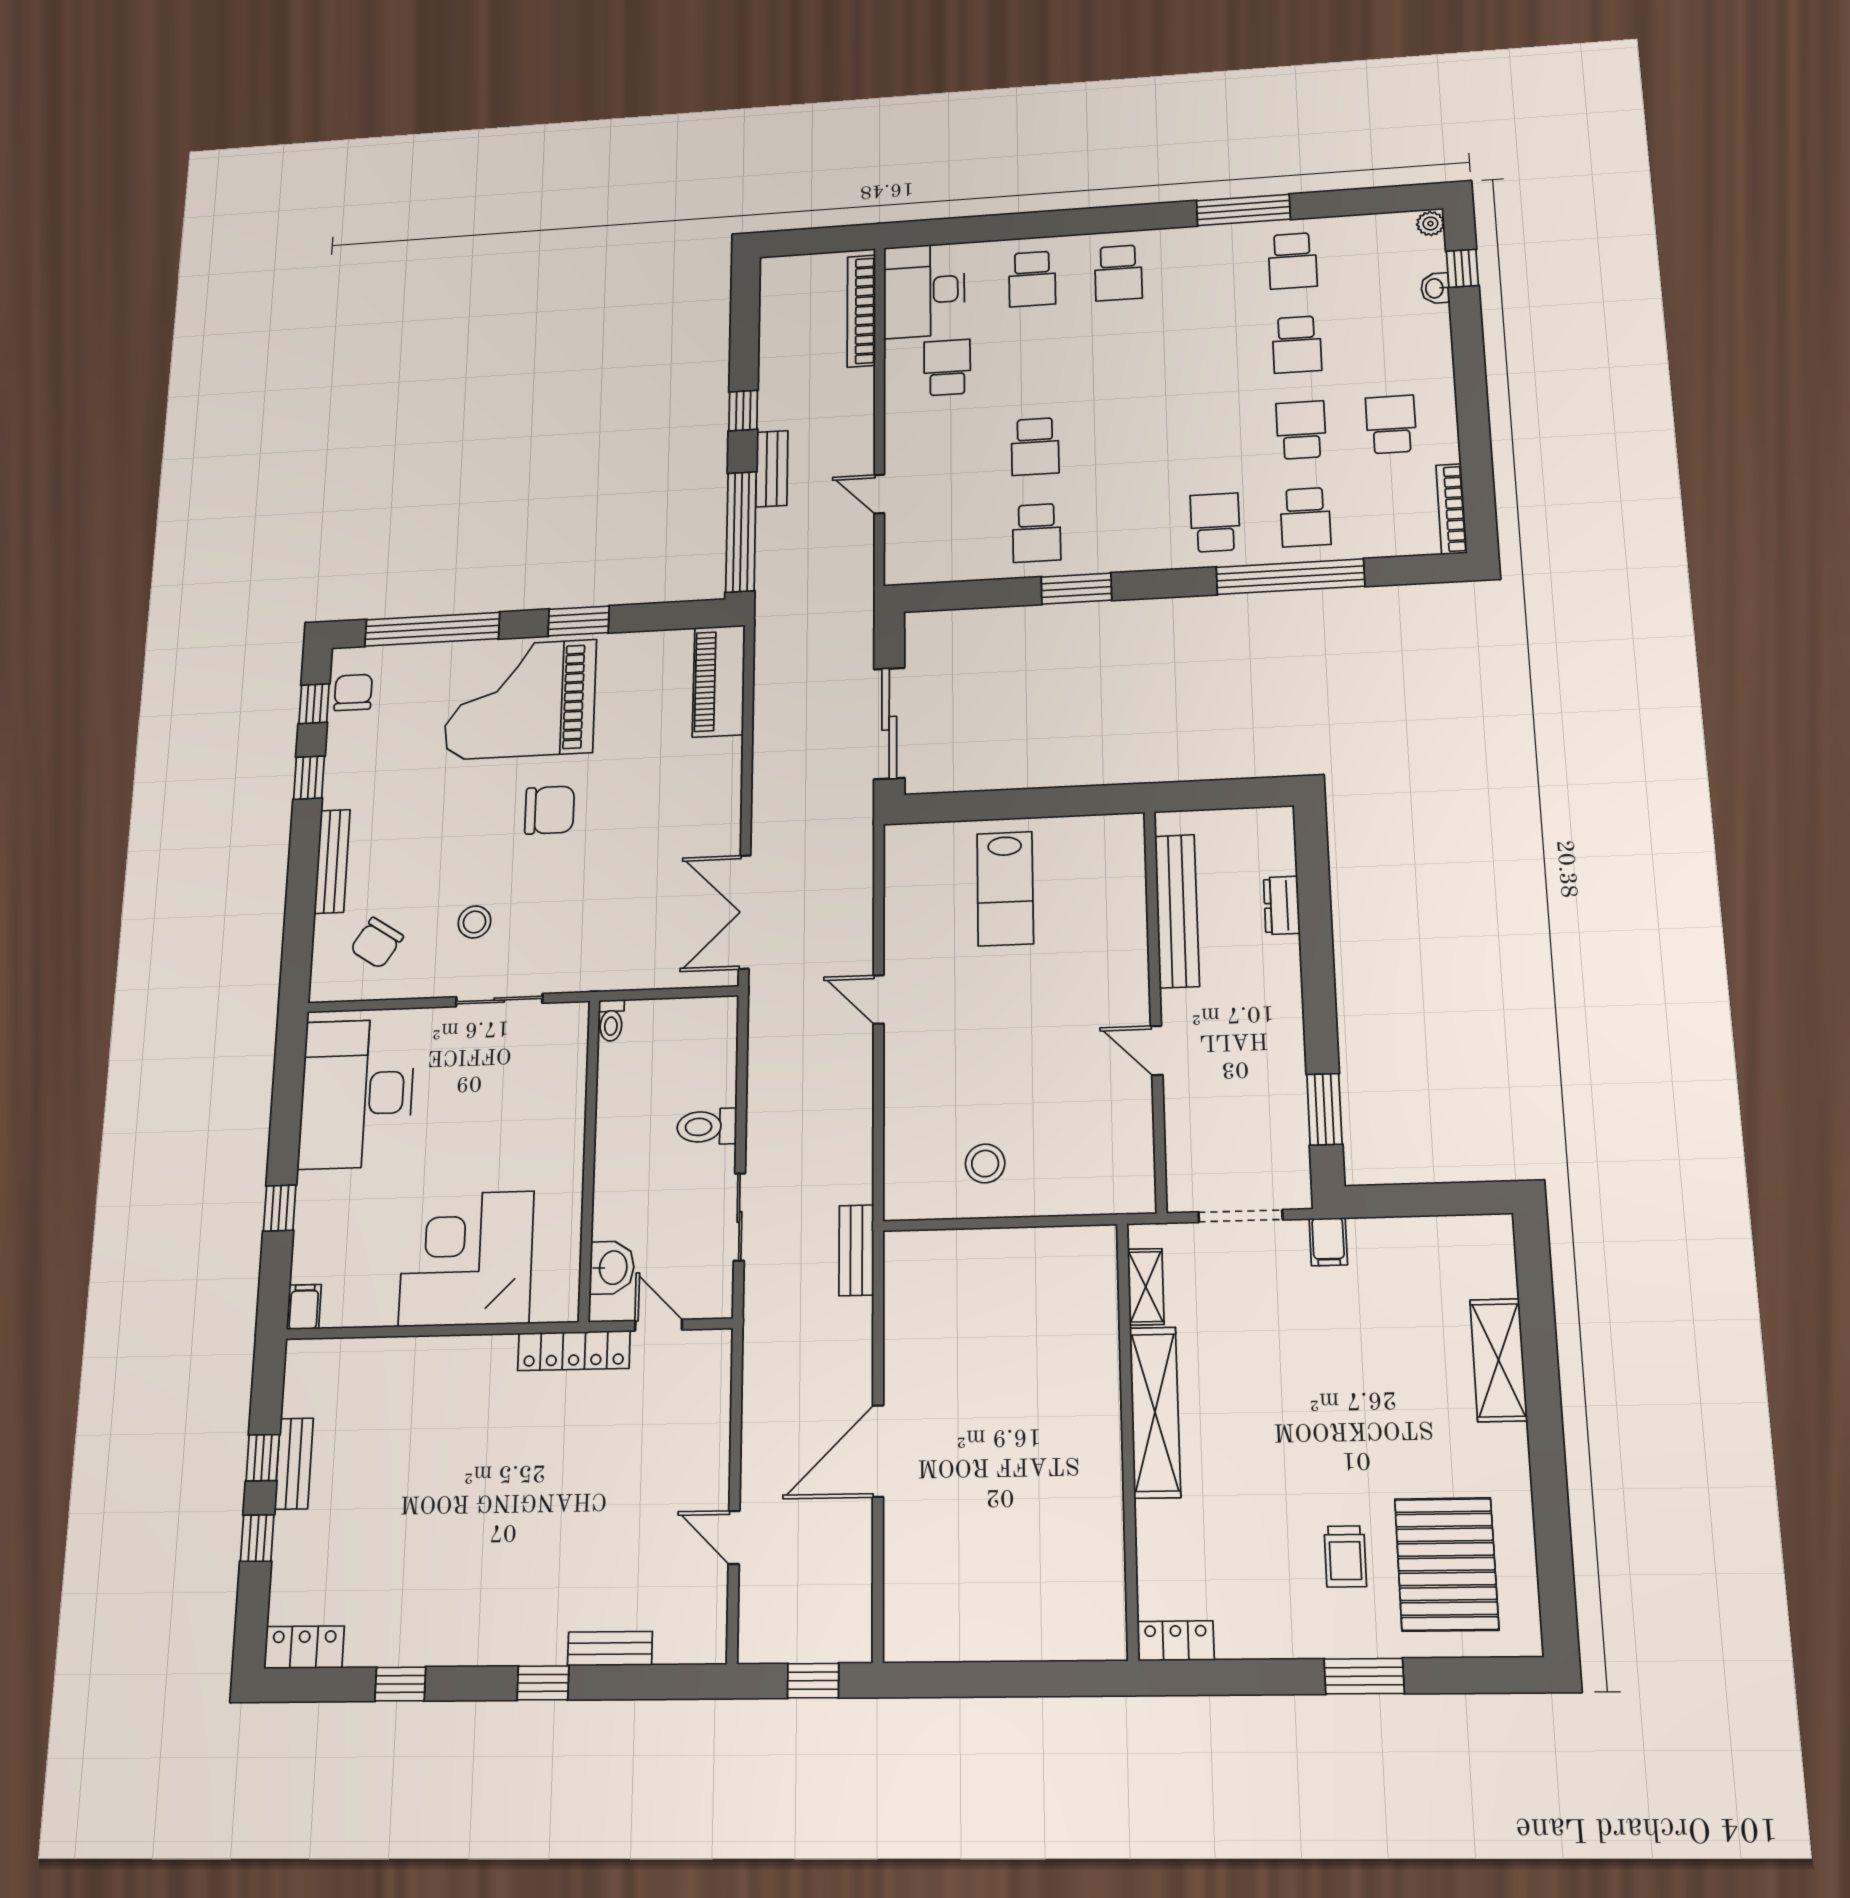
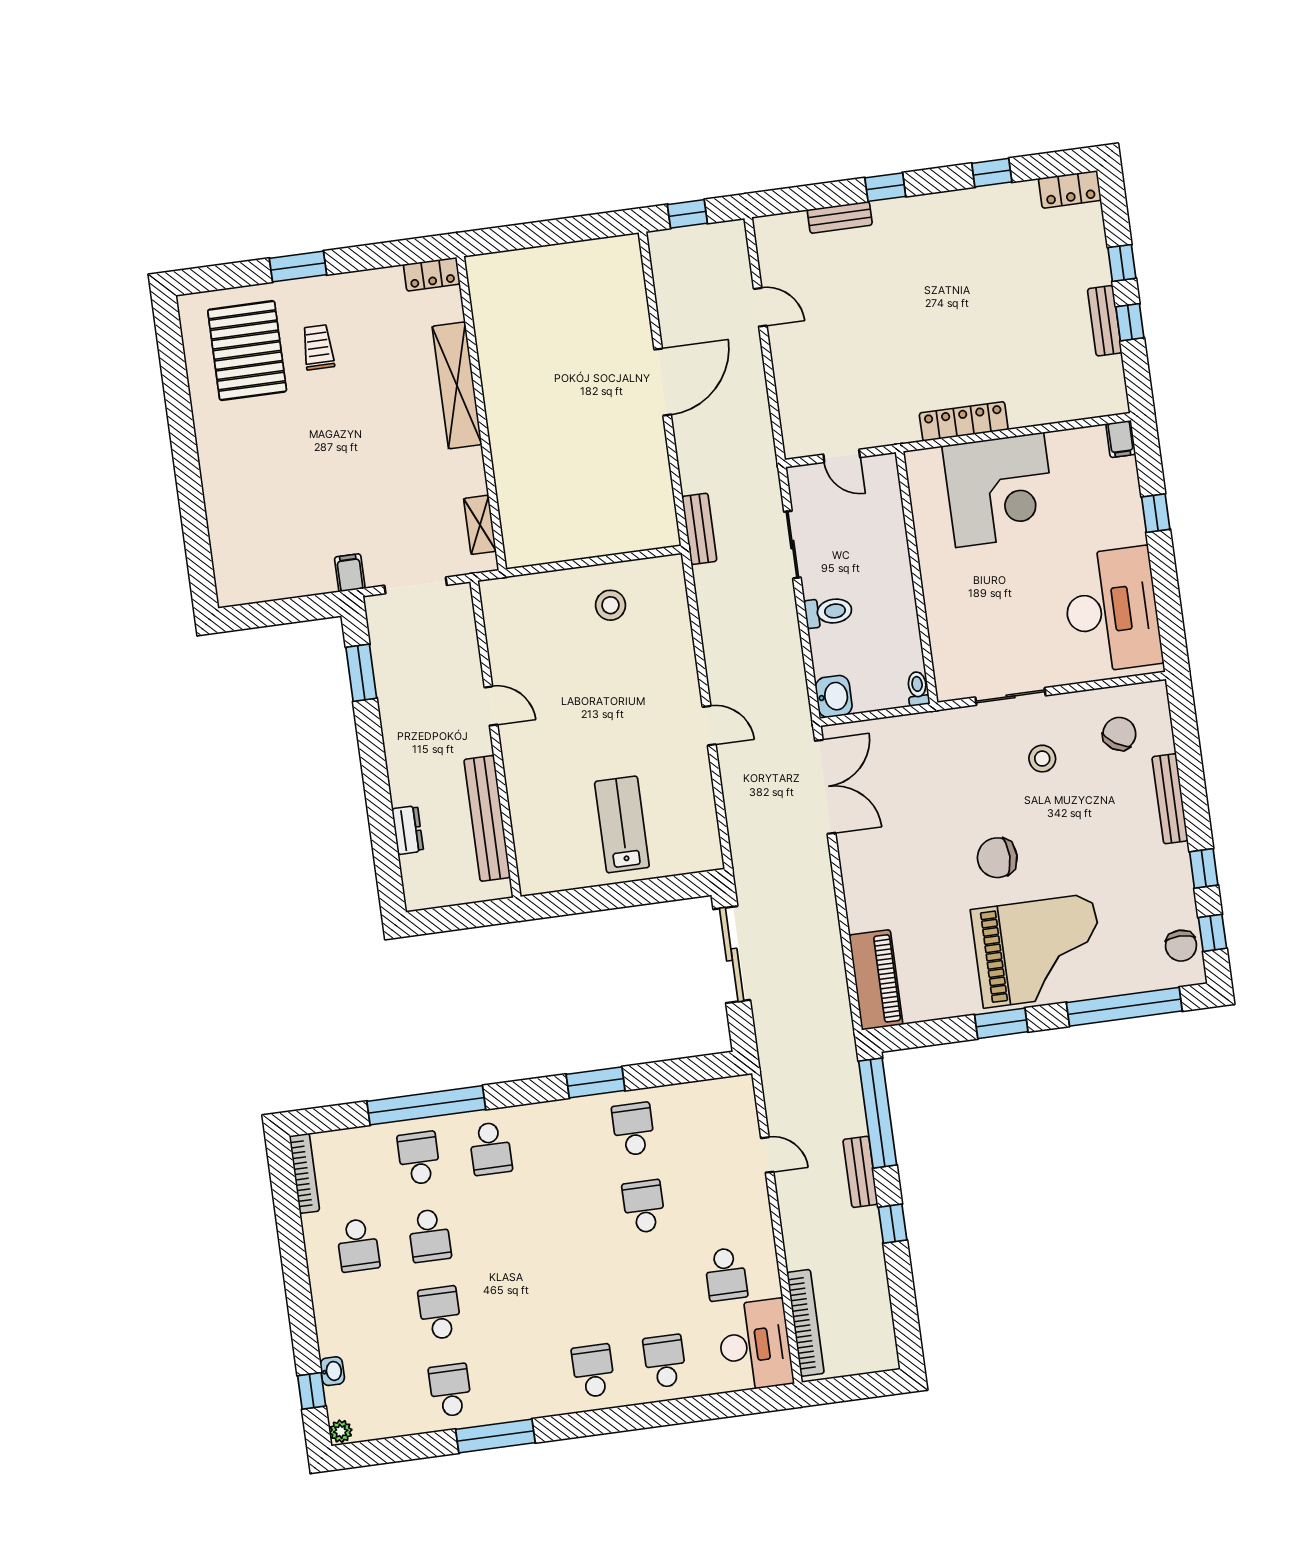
washbasin: (612, 1268) -> (834, 696), moved, turned 180
locker: (574, 1351) -> (964, 421), moved
shelving: (1499, 1360) -> (221, 499), removed
shelving: (1155, 1412) -> (457, 385), moved

